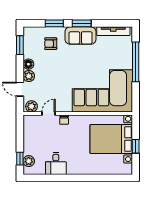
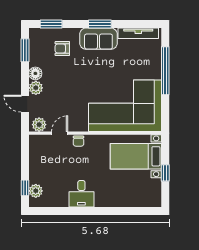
window: (54, 23) -> (51, 24), moved
bed with nightstands: (111, 139) -> (136, 156), width x0.73
desk: (56, 164) -> (81, 194), moved

